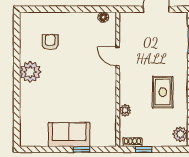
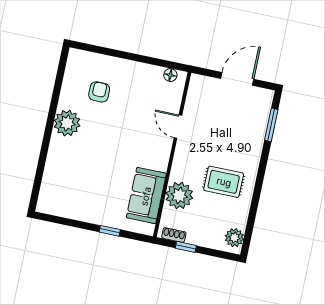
rug: (163, 92) -> (224, 182), turned 90
plant: (125, 110) -> (179, 196), width x1.87, depth x1.87
sofa: (69, 135) -> (146, 196), moved, turned -90

